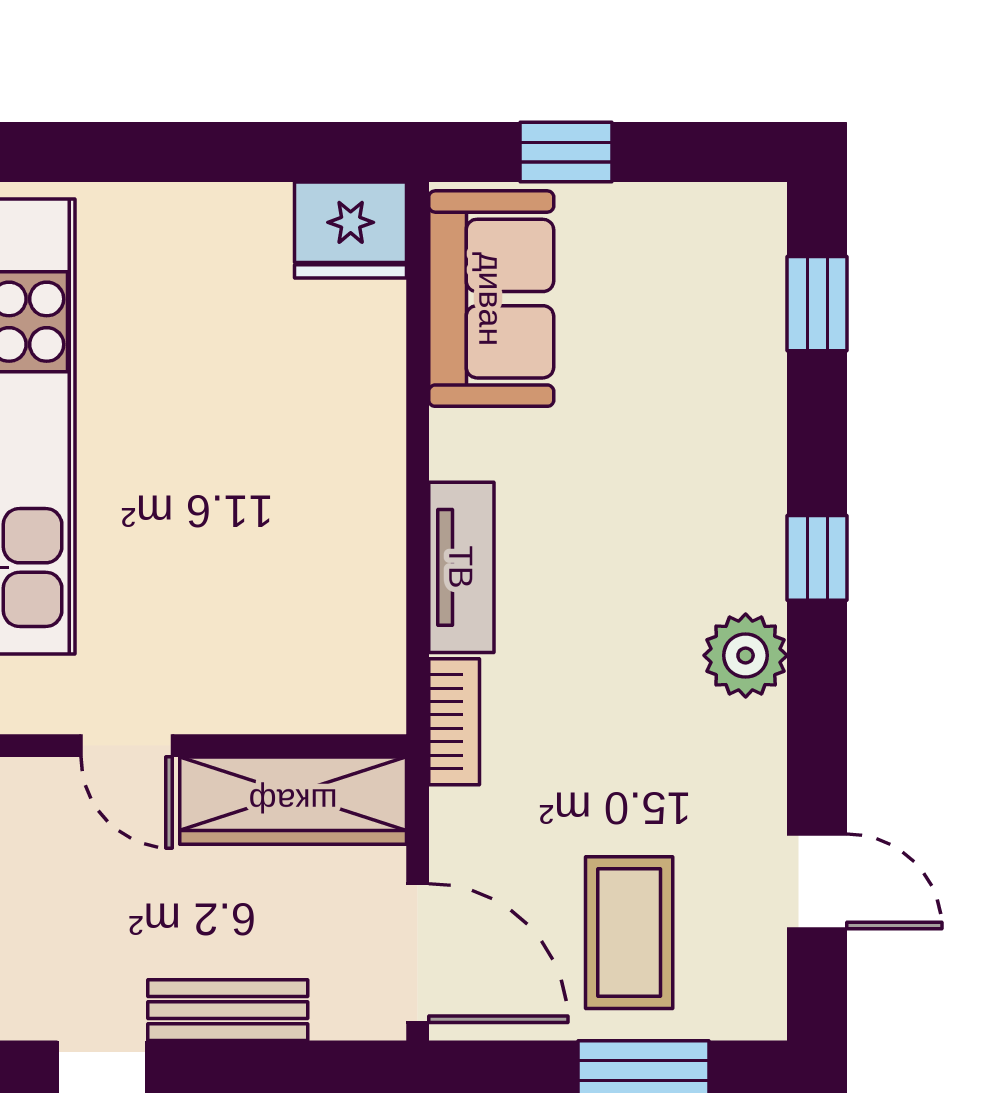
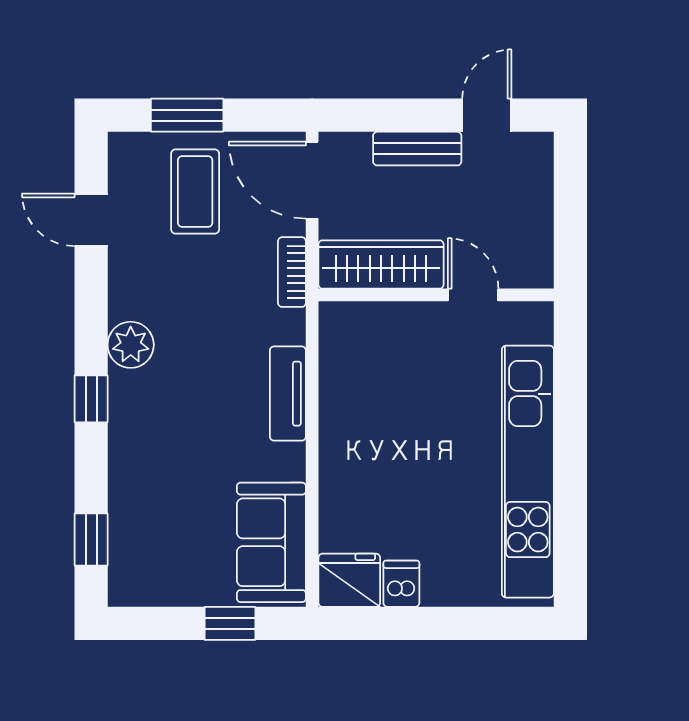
dishwasher: (256, 224) -> (401, 584), added
bookcase: (454, 722) -> (292, 272), moved

